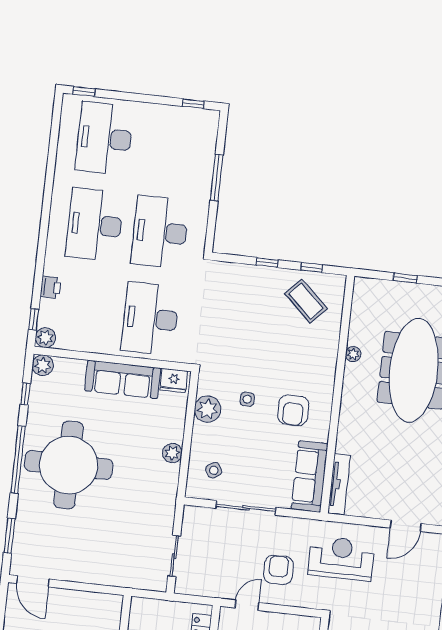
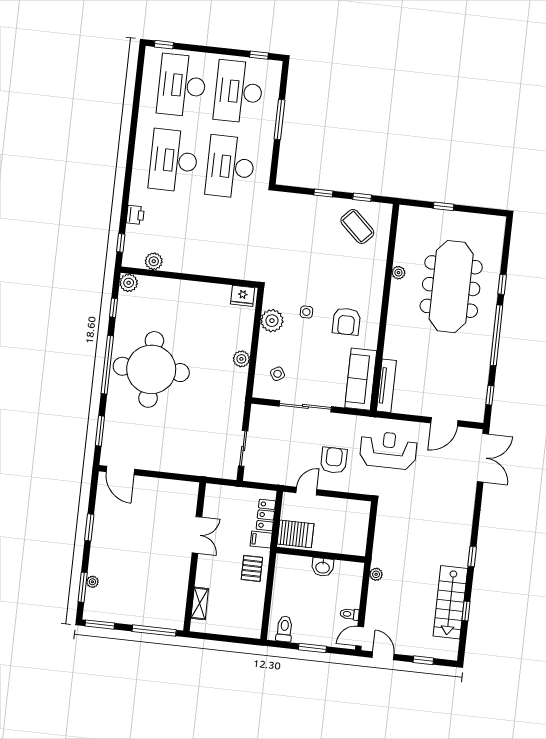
desk: (150, 319) -> (239, 92), moved
plant: (45, 338) -> (154, 261), moved
sofa: (123, 379) -> (198, 295), removed

